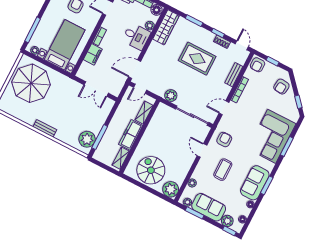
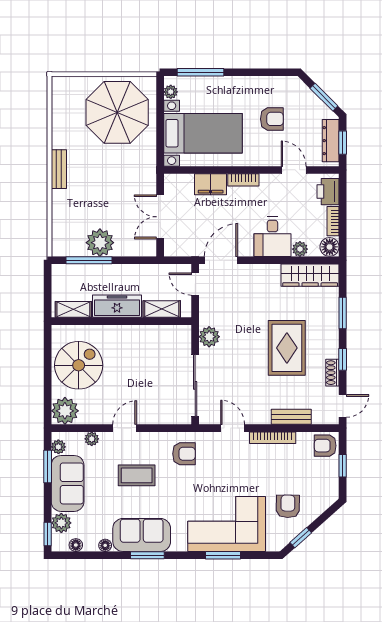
door: (135, 69) -> (221, 260), hinge flipped
armchair: (281, 87) -> (288, 506), moved, turned 84
plant: (87, 139) -> (100, 243), moved
door: (202, 150) -> (125, 428), moved

